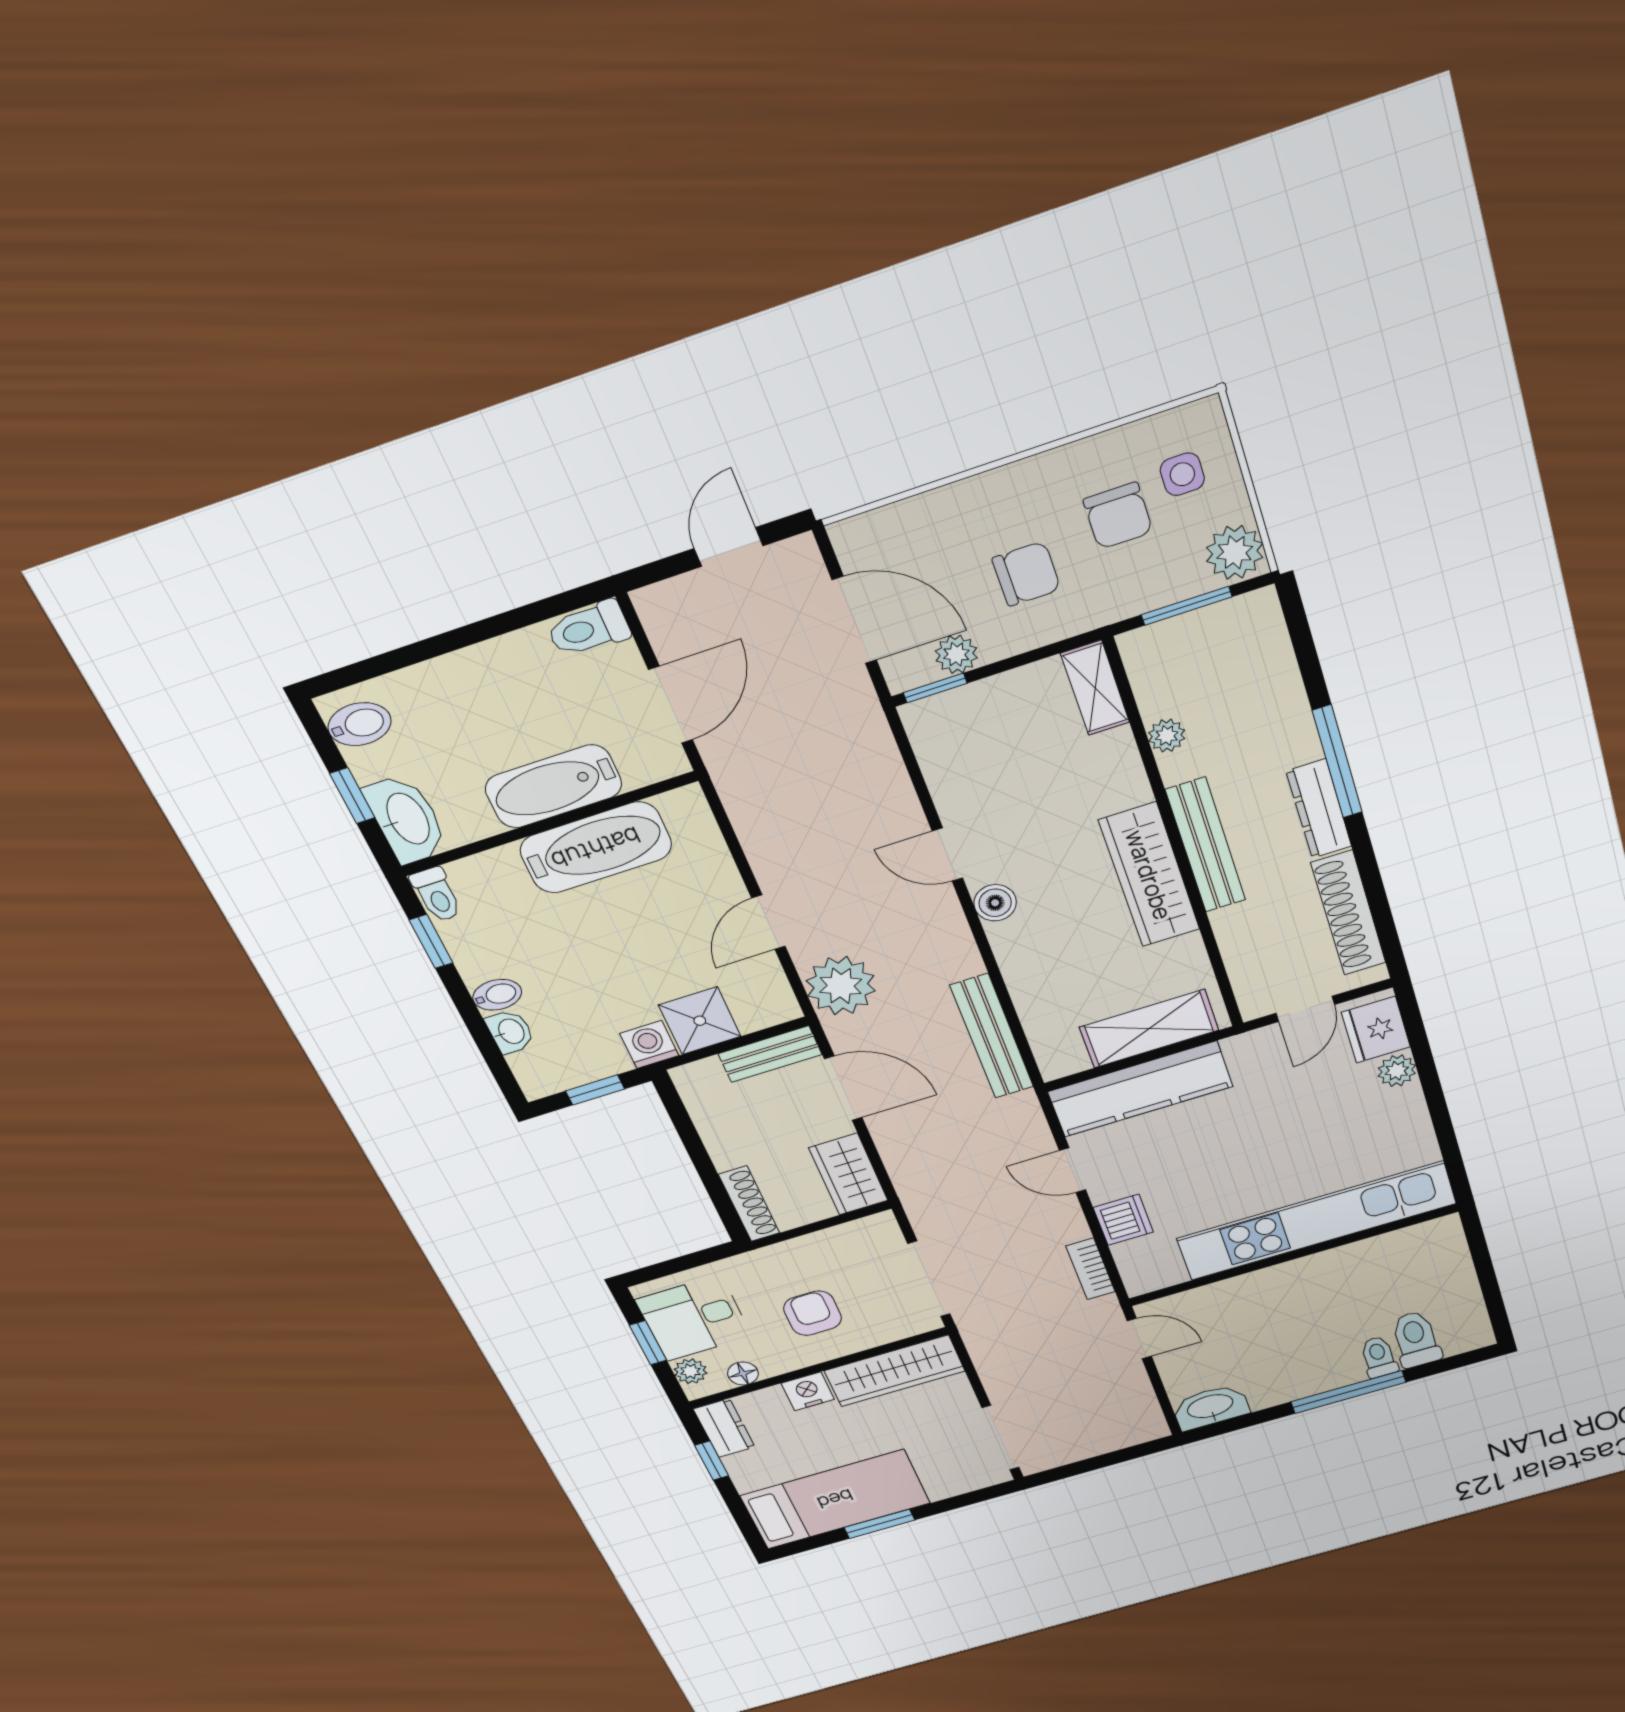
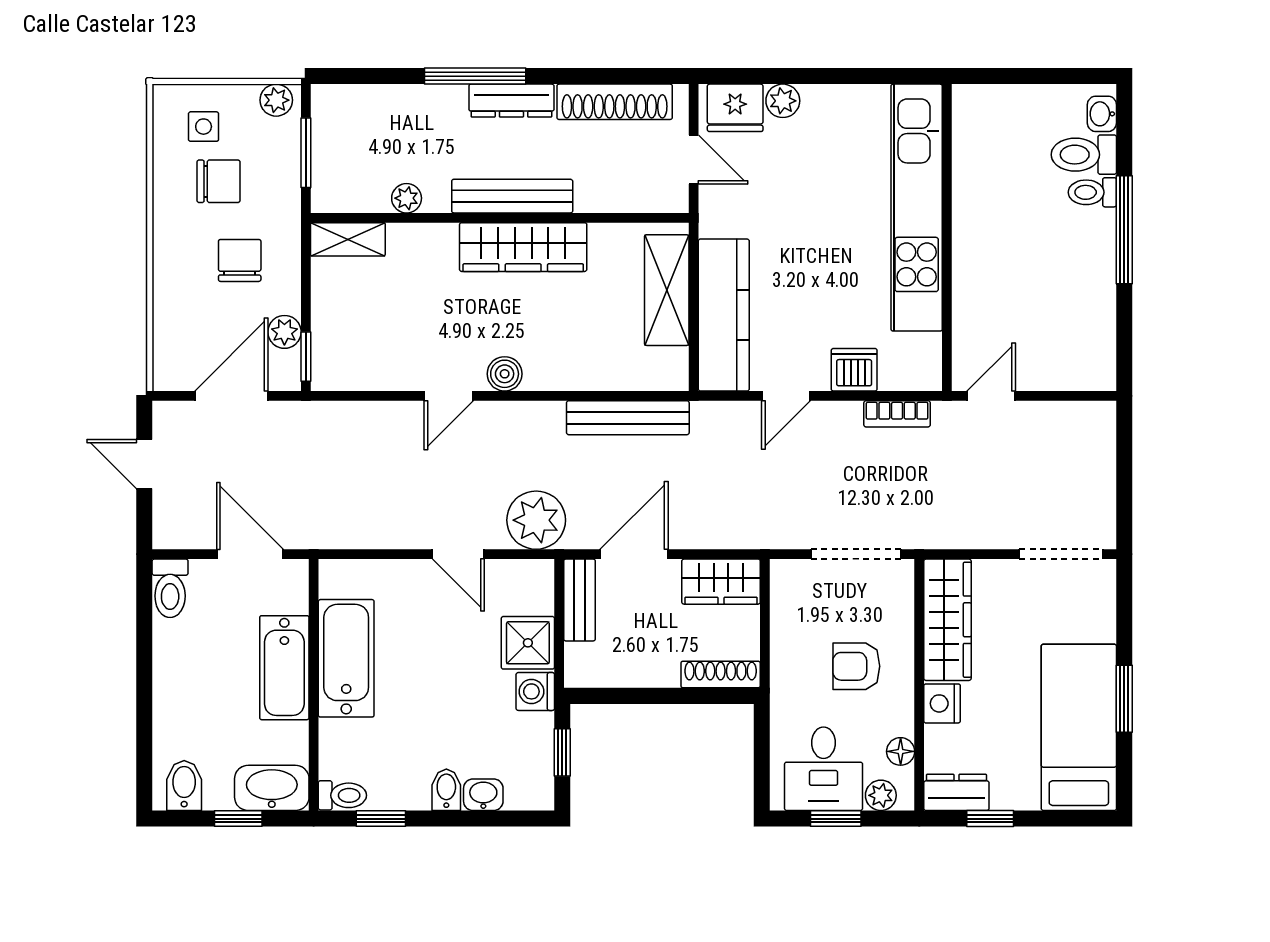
plant: (1235, 552) -> (276, 100), width x0.73, depth x0.73
washbasin: (1210, 1407) -> (1102, 114), moved, width x0.52, depth x0.69

